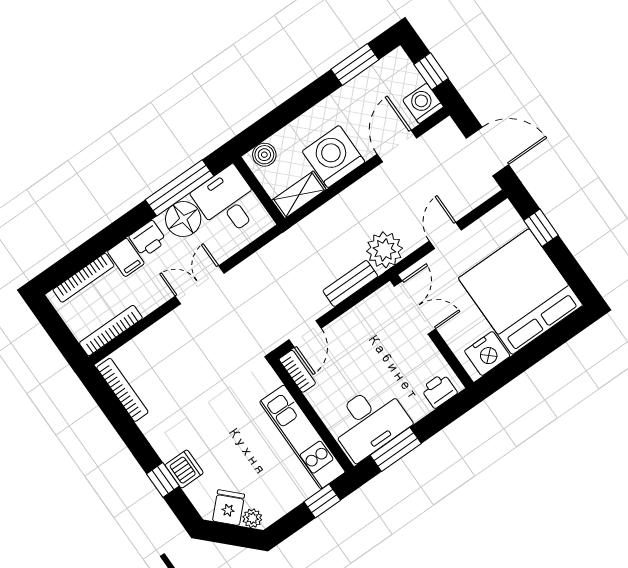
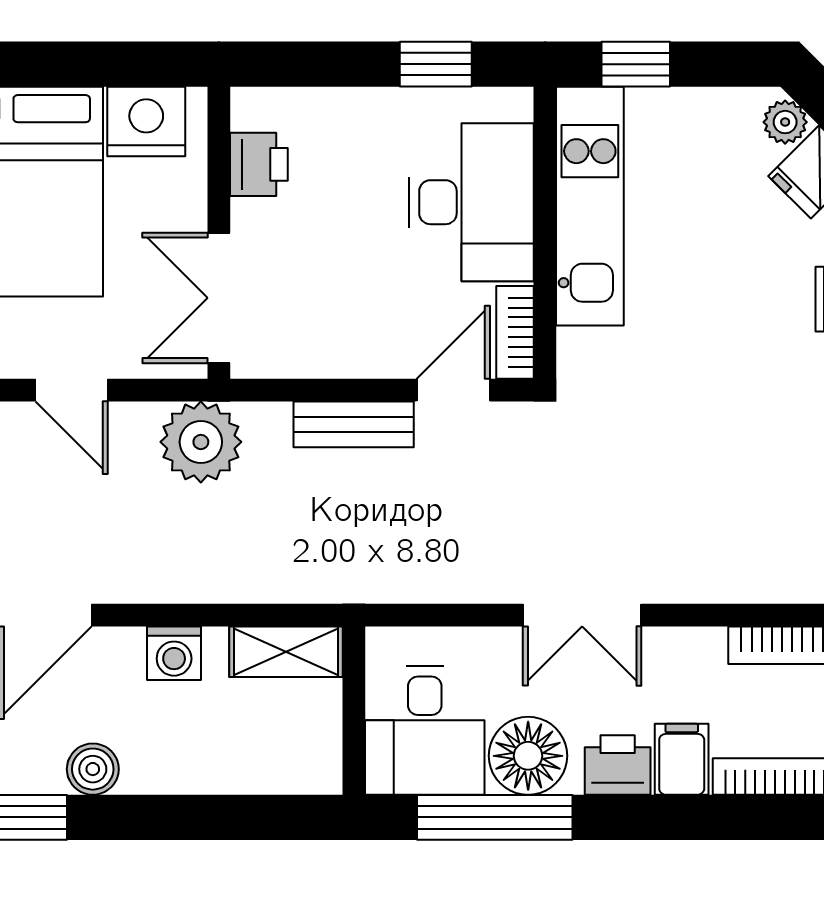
boiler: (264, 155) -> (93, 769), moved
washing machine: (334, 157) -> (174, 653), width x0.53, depth x0.53
door: (445, 236) -> (72, 390), hinge flipped
bench: (350, 283) -> (354, 424), moved
printer: (439, 391) -> (259, 164), moved, turned -90
desk: (369, 422) -> (472, 202), moved, turned 90
window: (396, 449) -> (436, 64), width x0.67

